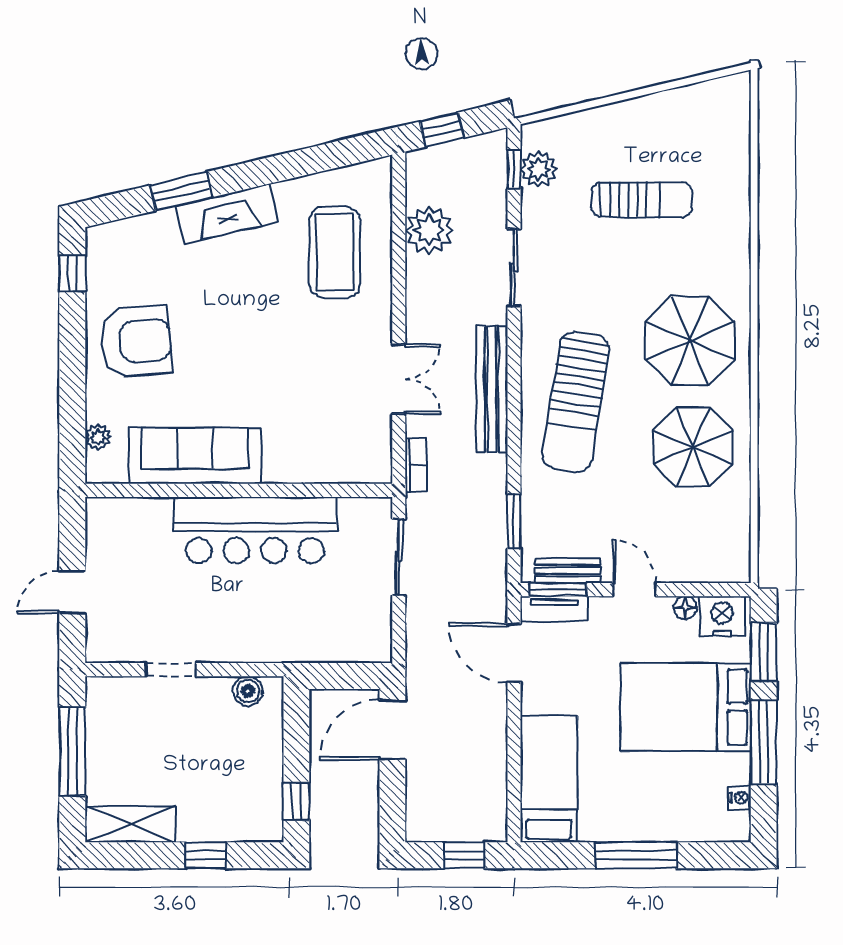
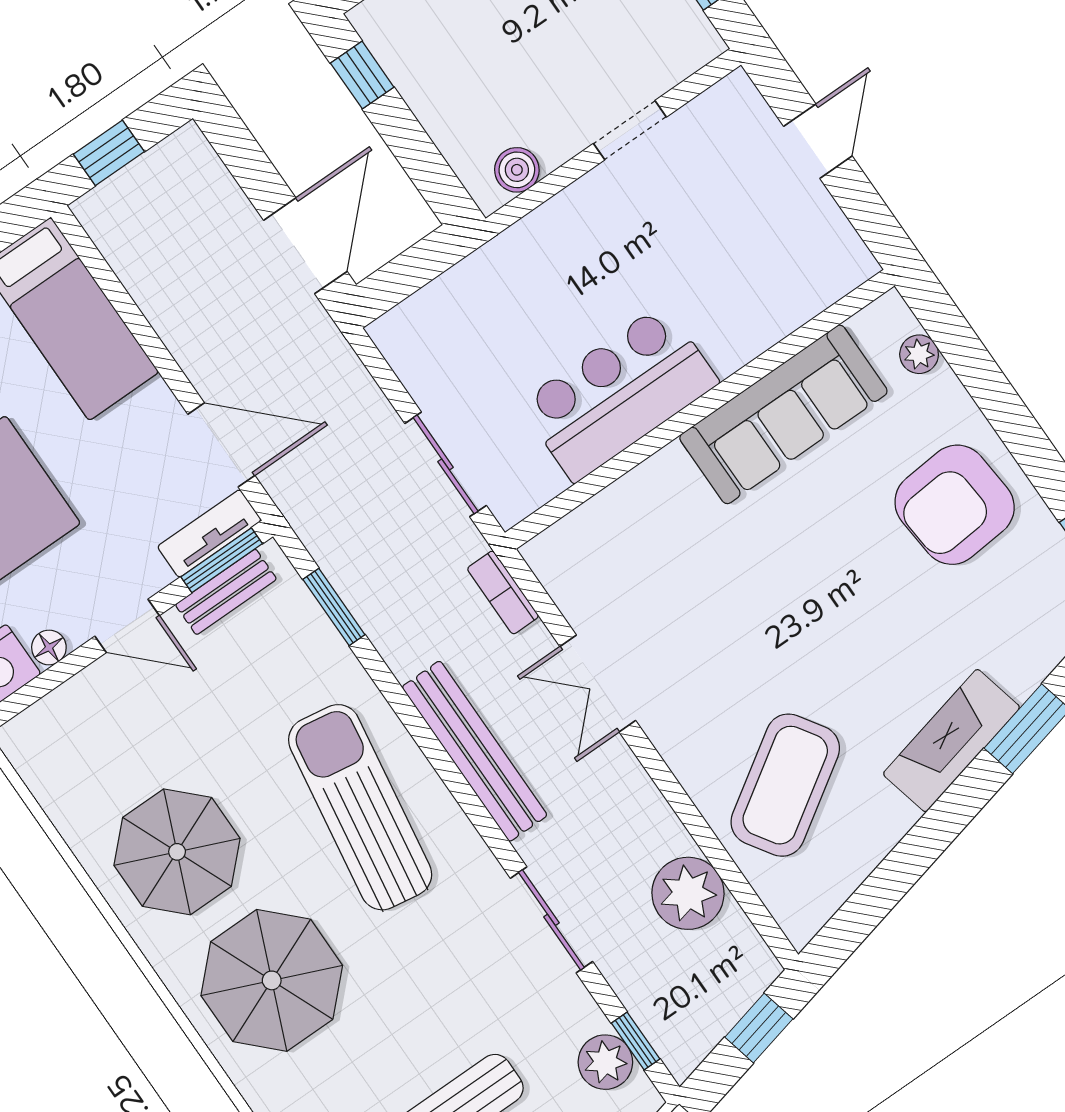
coffee table: (335, 252) -> (785, 785), turned 57
bar counter: (255, 530) -> (619, 393), width x0.73

